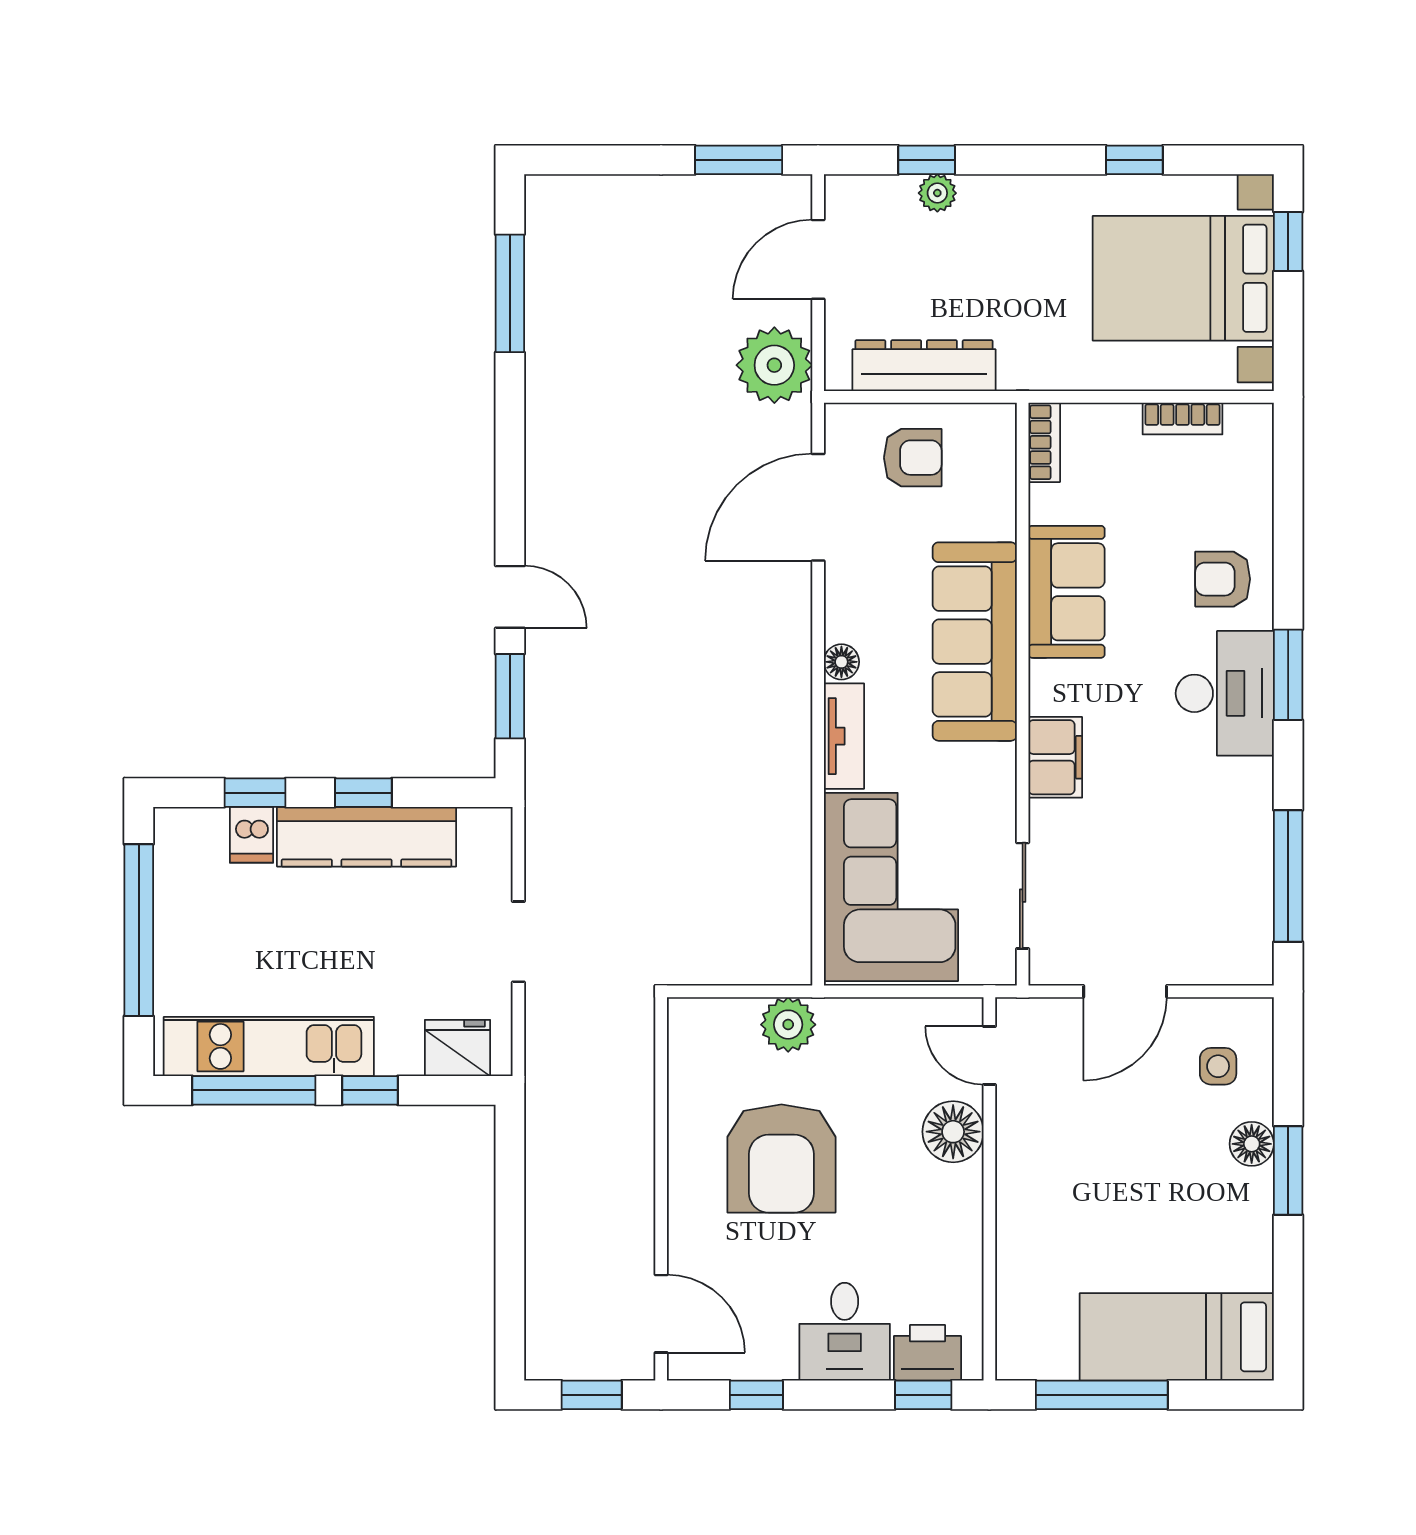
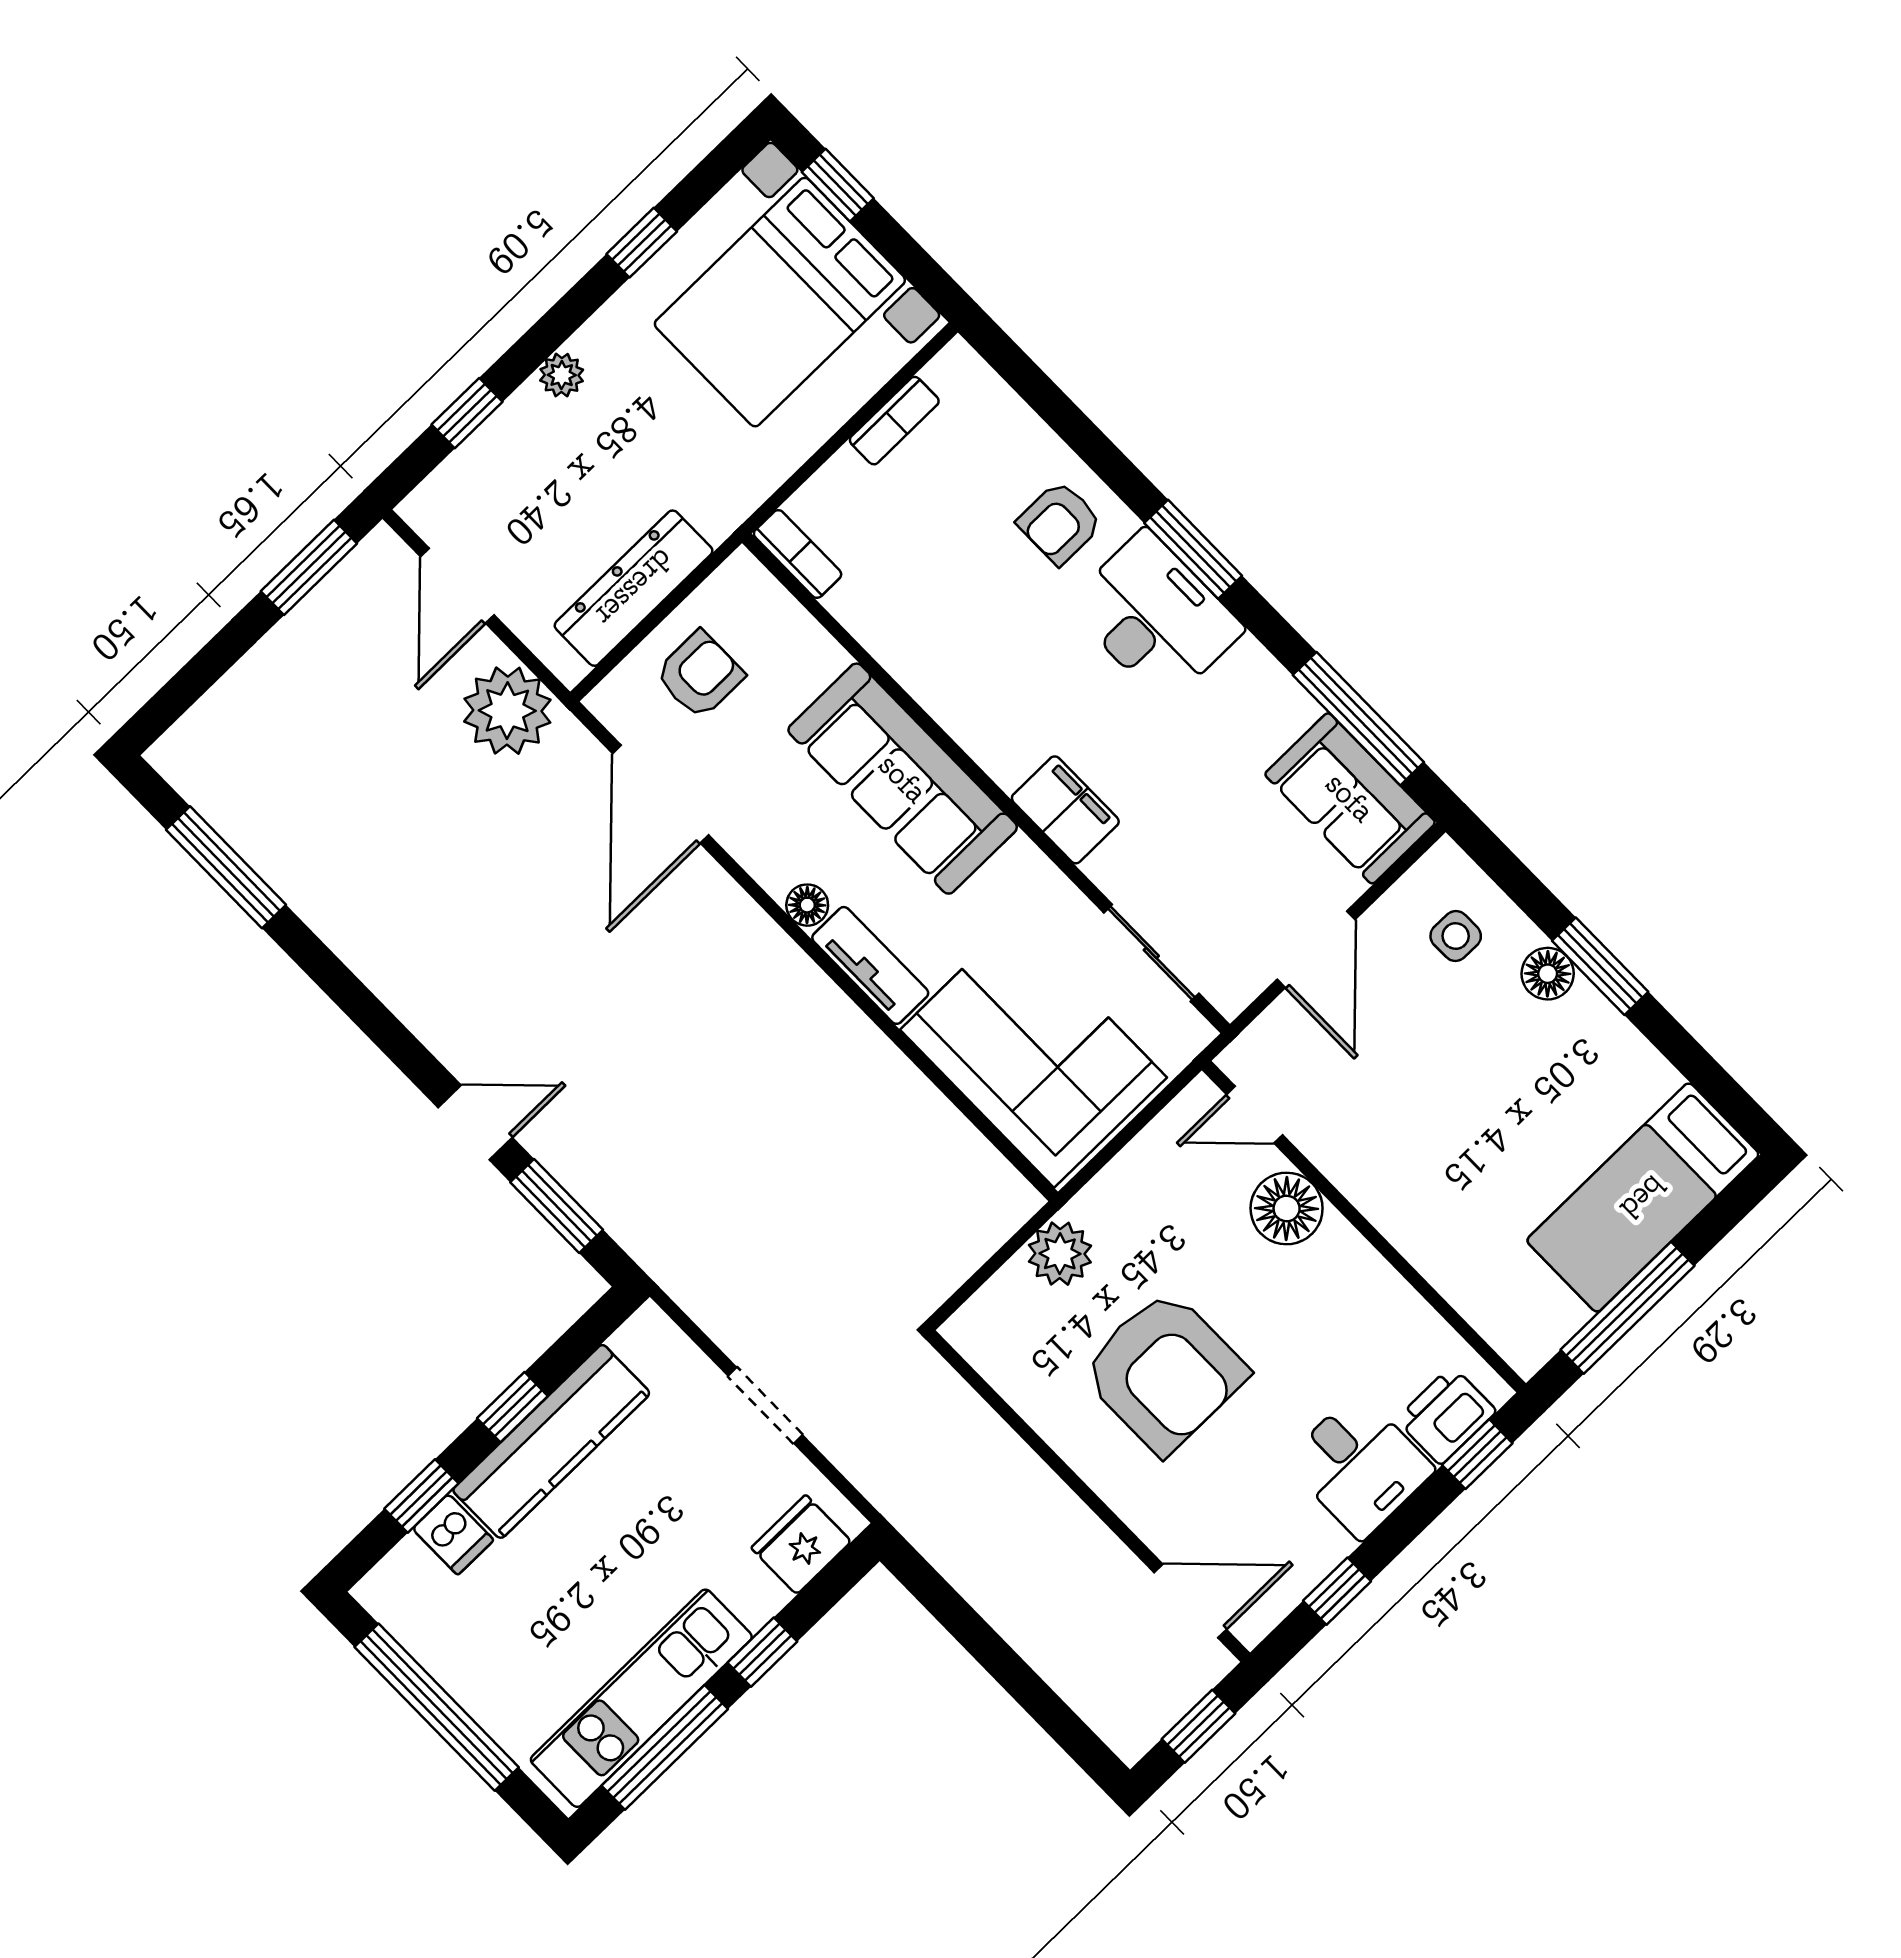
plant: (937, 193) -> (562, 375), moved
sofa: (1067, 592) -> (1350, 798), moved, turned 180

